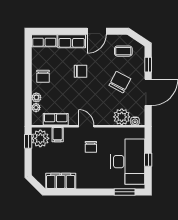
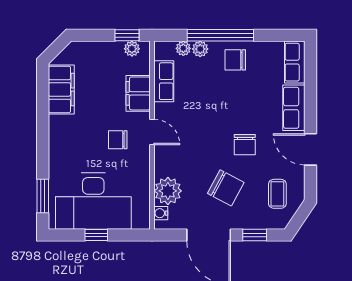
chair: (81, 71) -> (245, 145), moved
window: (28, 85) -> (220, 35), added
door: (86, 126) -> (152, 132), hinge flipped
filing cabinet: (58, 135) -> (138, 93), width x2.00
plant: (40, 138) -> (132, 49), width x0.53, depth x0.53

